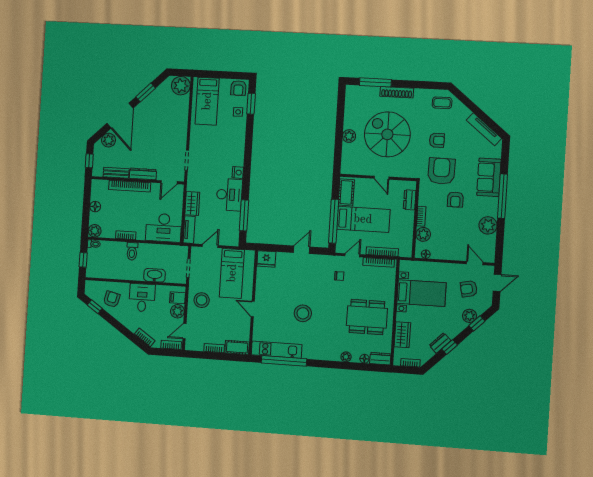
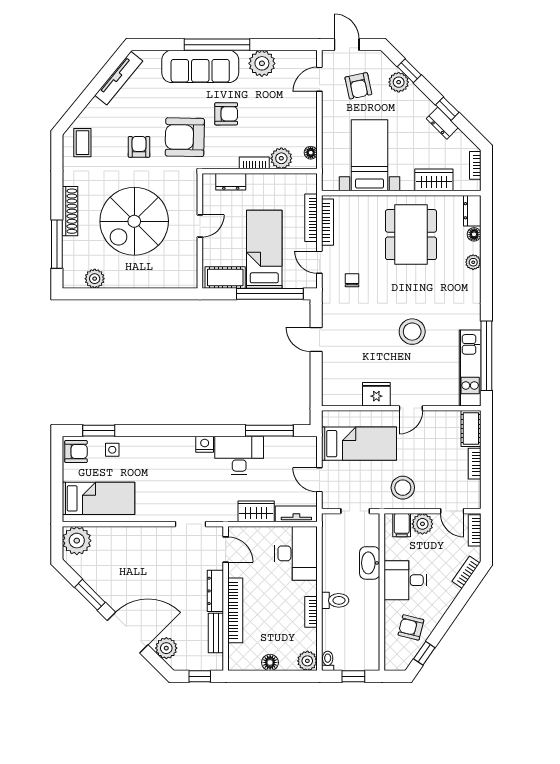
plant: (349, 136) -> (95, 279), moved
sofa: (489, 177) -> (200, 66), width x1.36
fridge: (266, 259) -> (376, 394), moved, turned -90

